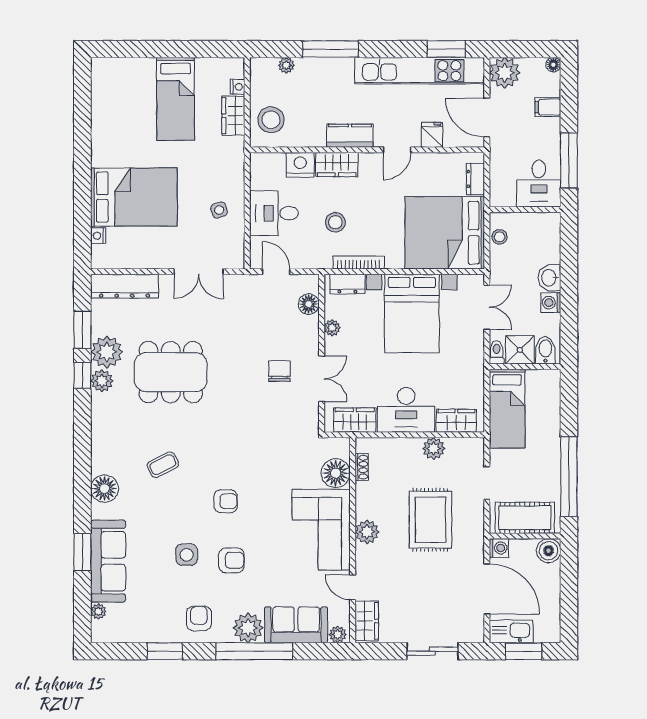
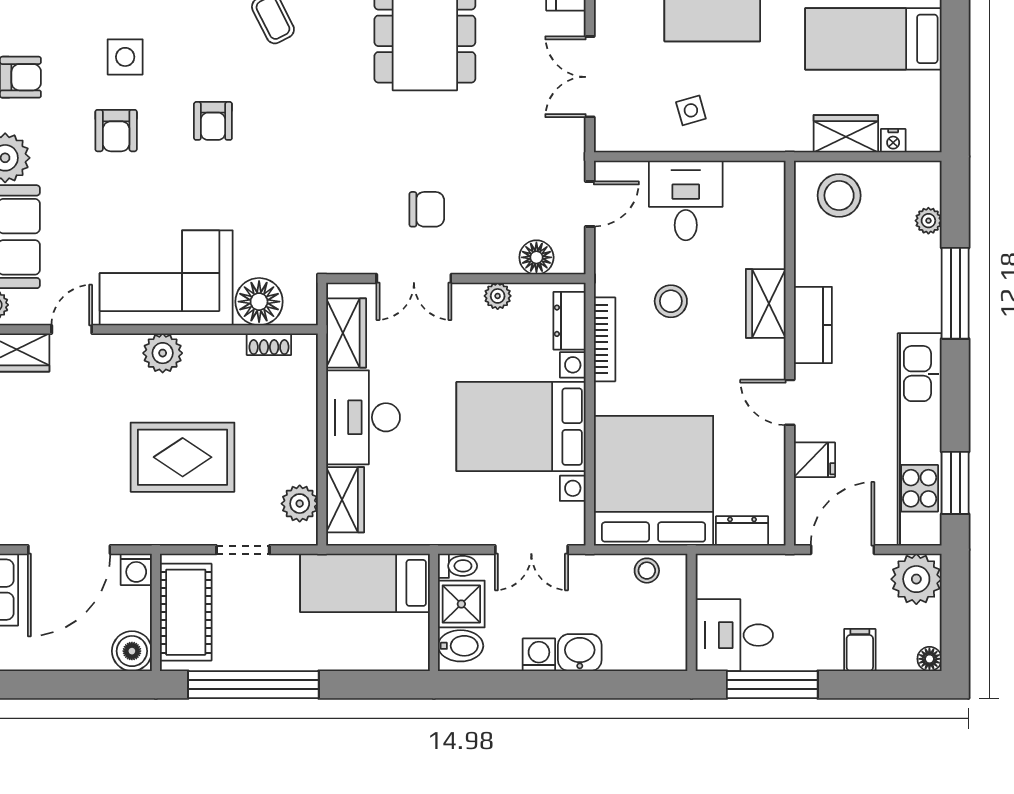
nightstand: (300, 165) -> (765, 243), removed
plant: (434, 448) -> (300, 504), moved

